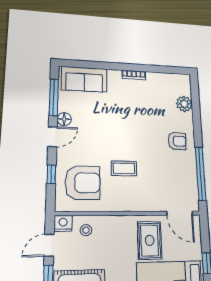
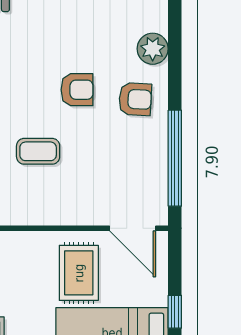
plant: (184, 104) -> (153, 49), moved
armchair: (145, 135) -> (77, 90), added

